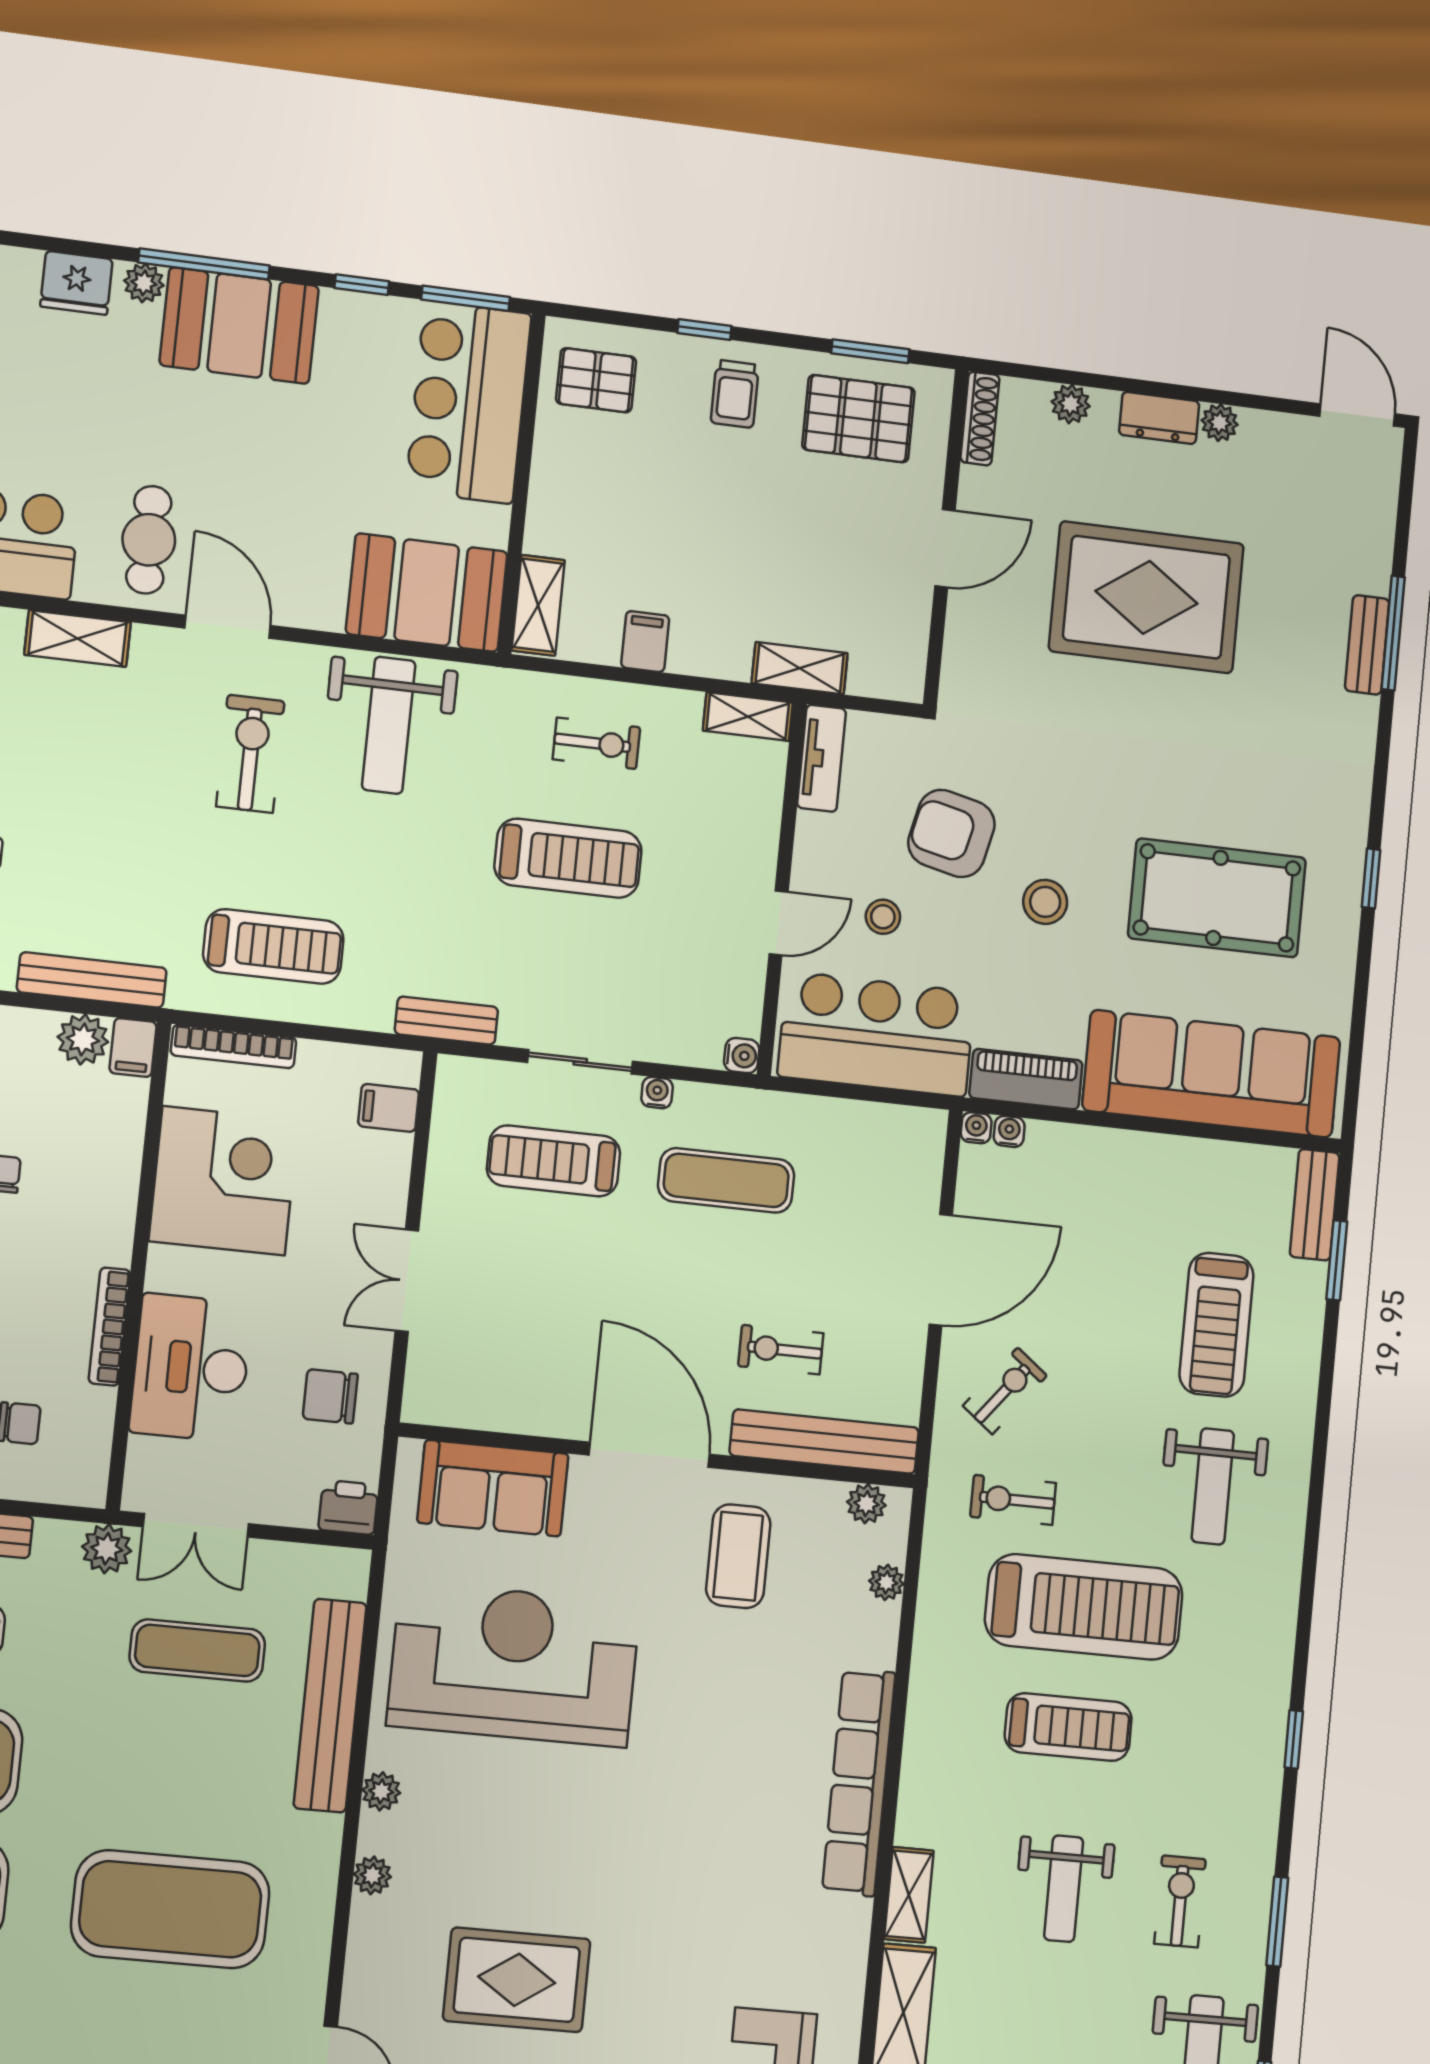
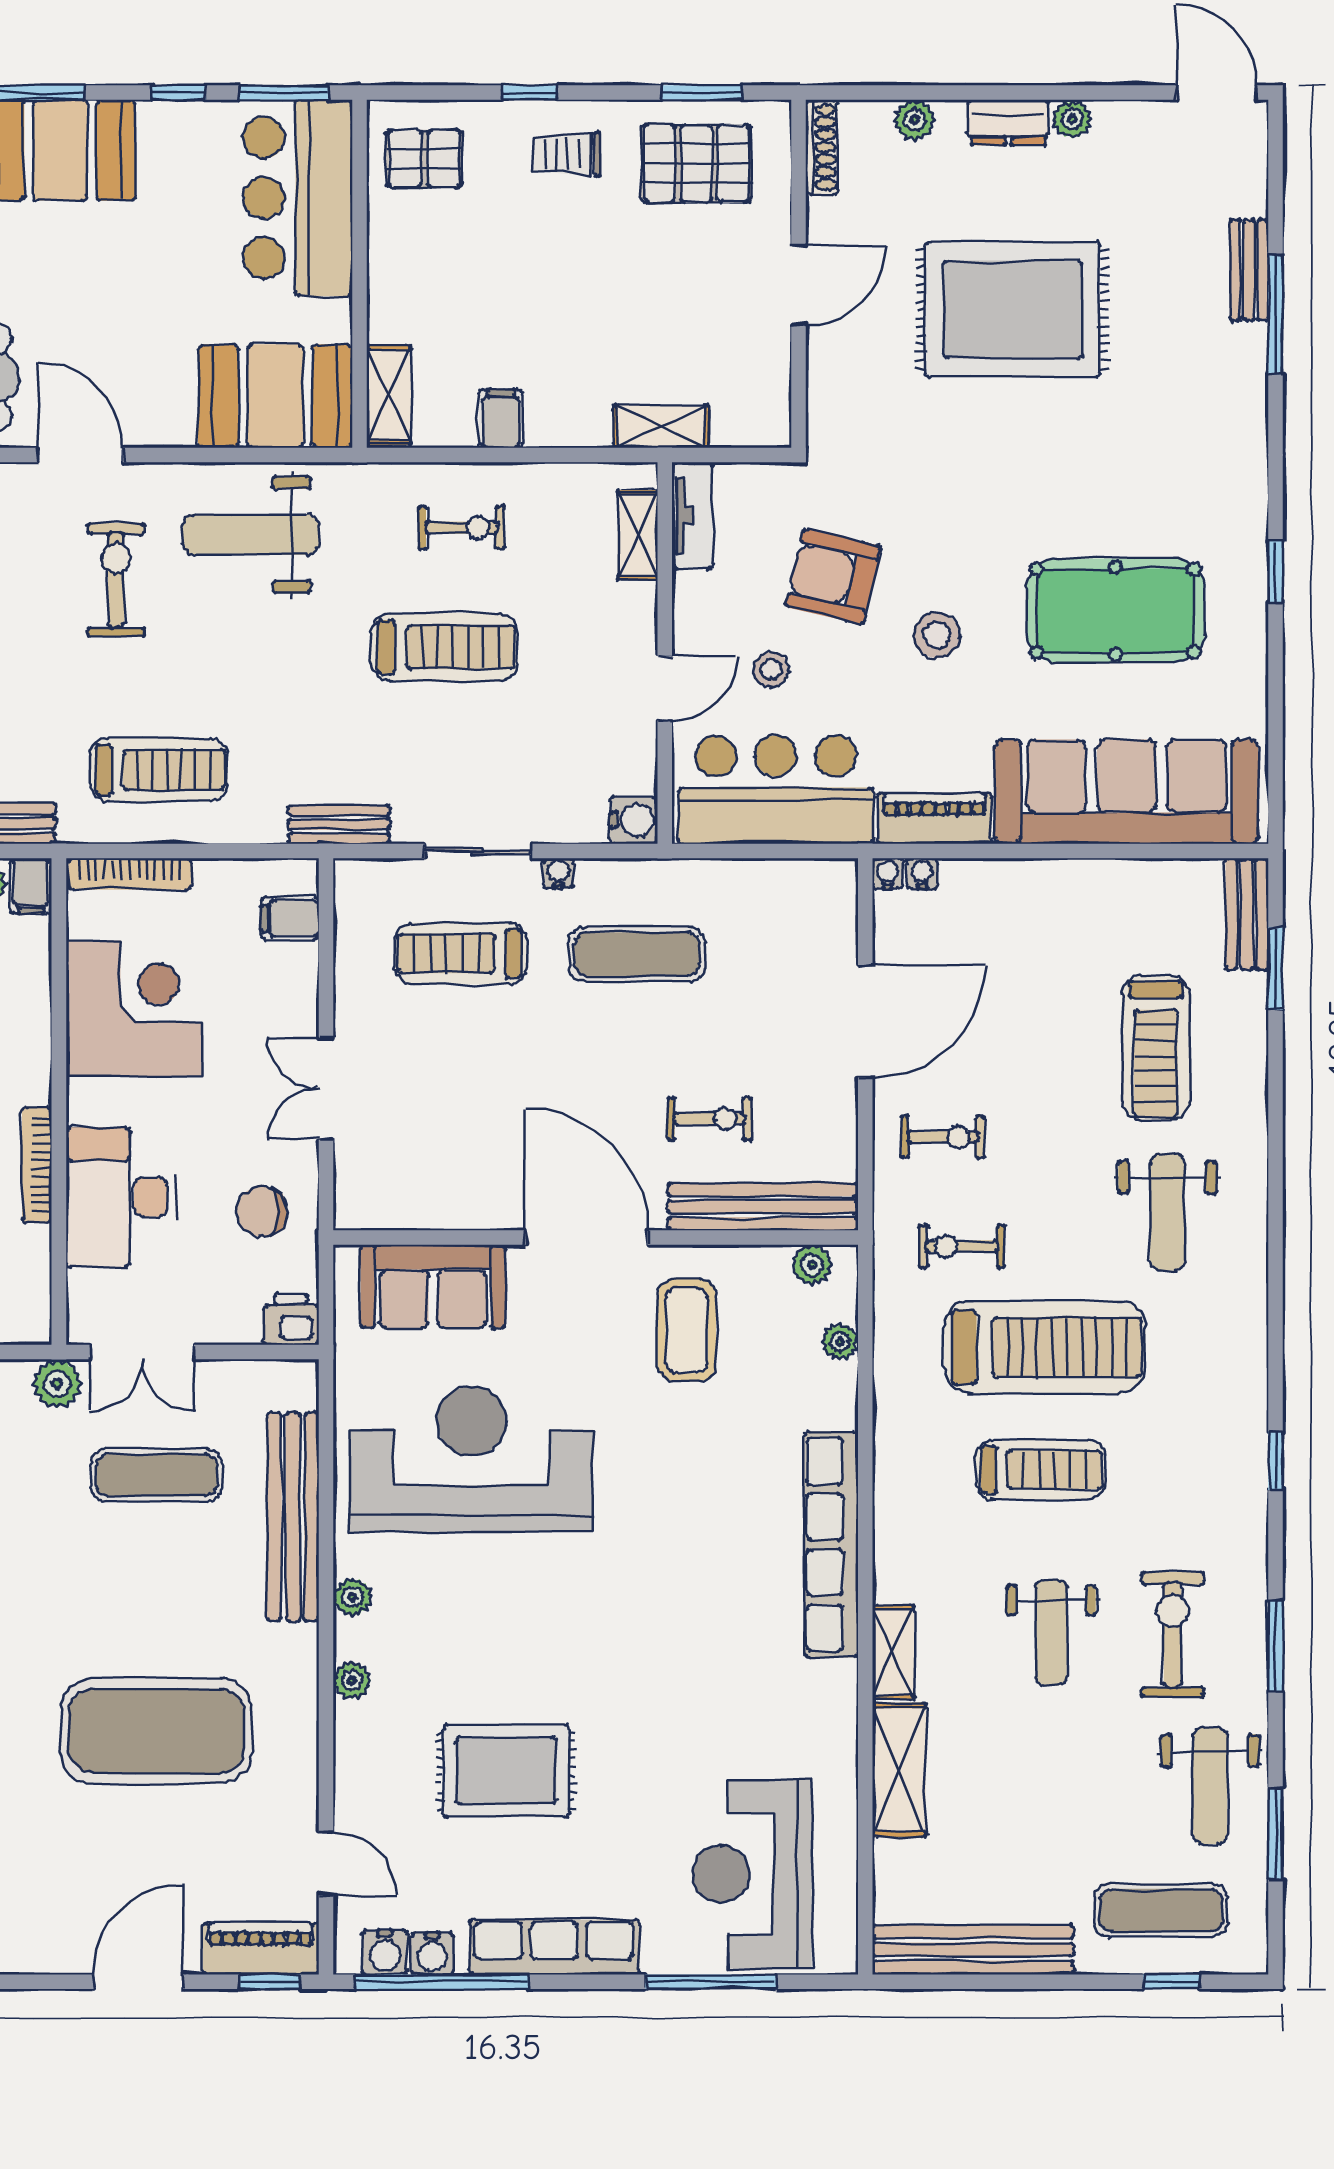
trolley: (735, 394) -> (567, 154), turned 90
bench: (1367, 645) -> (1249, 270), moved
shelving: (748, 717) -> (638, 535), moved, turned 90
weight bench: (389, 725) -> (251, 535), turned 90
water cooler: (742, 1056) -> (634, 820), width x1.38, depth x1.38
exercise bike: (781, 1350) -> (709, 1119), turned 180
exercise bike: (1005, 1391) -> (943, 1137), turned 52
exercise bike: (1180, 1901) -> (1173, 1635), width x1.38, depth x1.39

